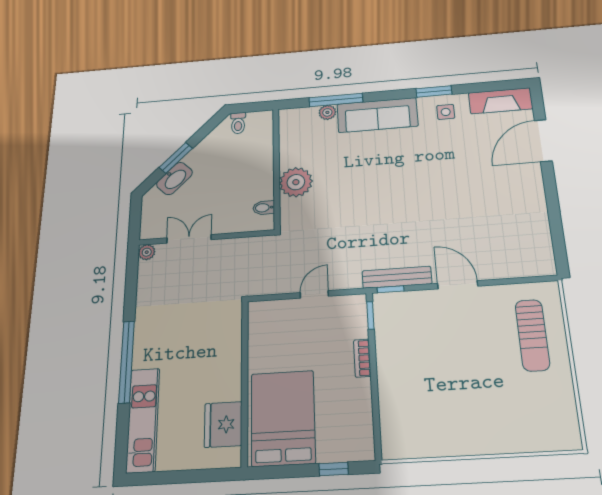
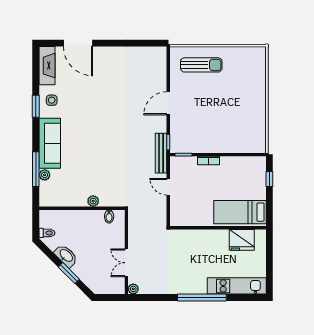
washbasin: (174, 178) -> (66, 256), moved
plant: (296, 182) -> (93, 201), width x0.53, depth x0.53
bench: (397, 277) -> (161, 153), moved
bed: (283, 418) -> (240, 212), width x0.67

